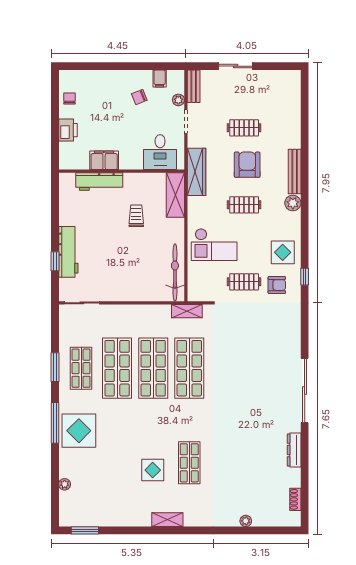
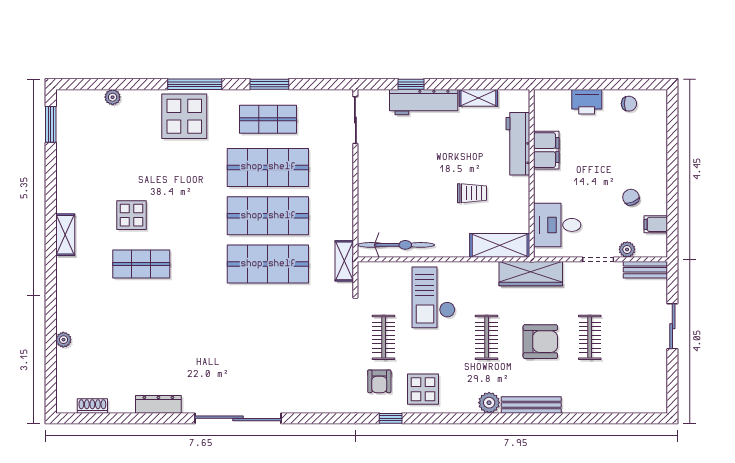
shelving: (65, 211) -> (478, 98), added

